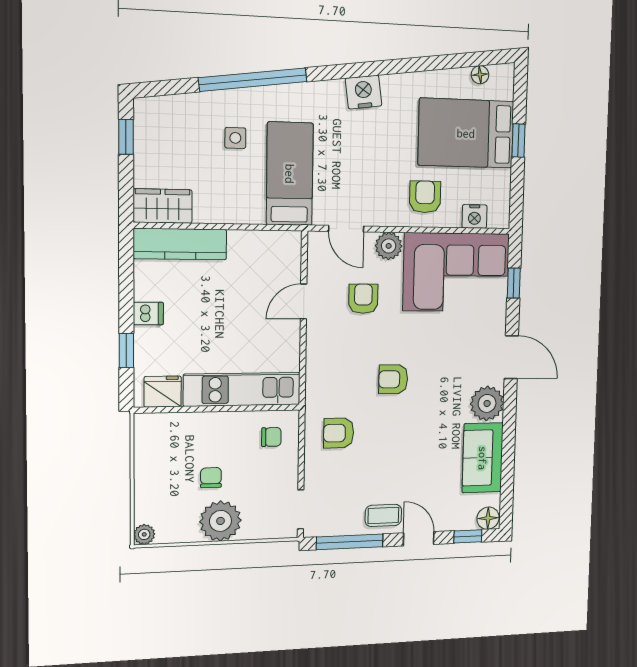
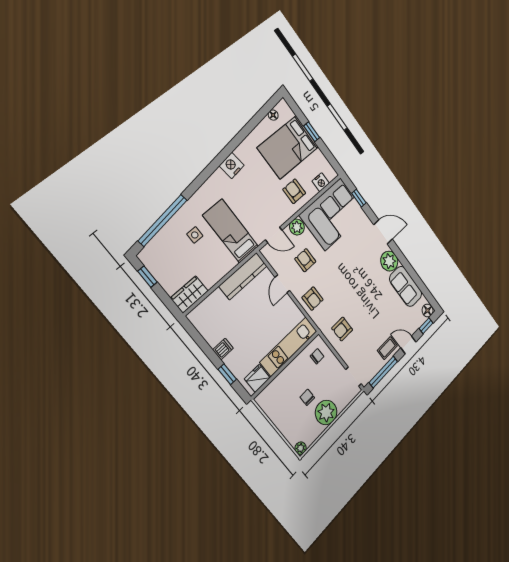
window: (253, 80) -> (163, 220), moved
kitchen counter: (180, 244) -> (243, 276), moved
armchair: (393, 379) -> (313, 299), moved, turned -90

